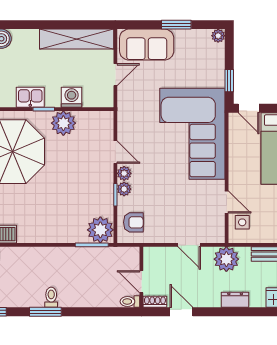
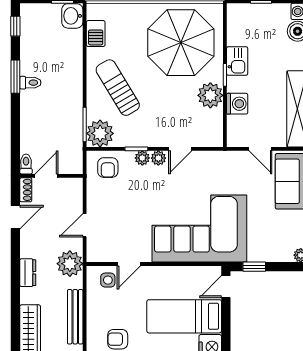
sun lounger: (56, 213) -> (118, 88), added

